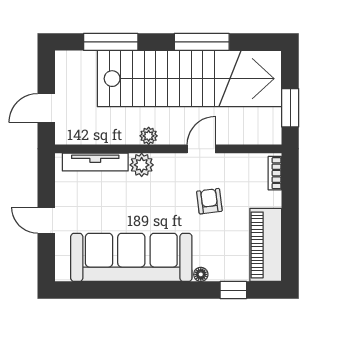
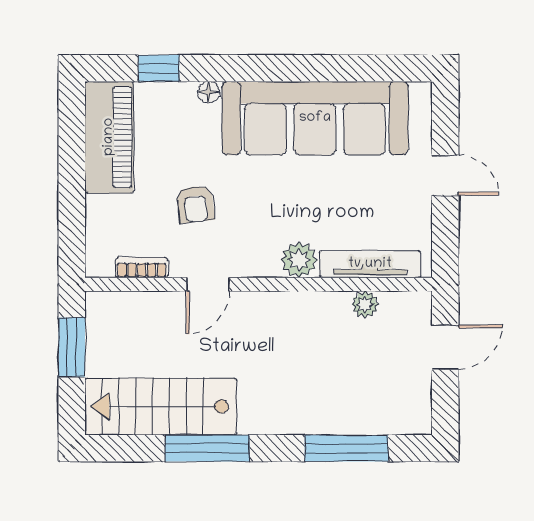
stairs: (189, 79) -> (161, 406), width x0.54, depth x0.66
plant: (149, 136) -> (365, 304), moved
bookcase: (275, 173) -> (142, 268), moved, turned -90

